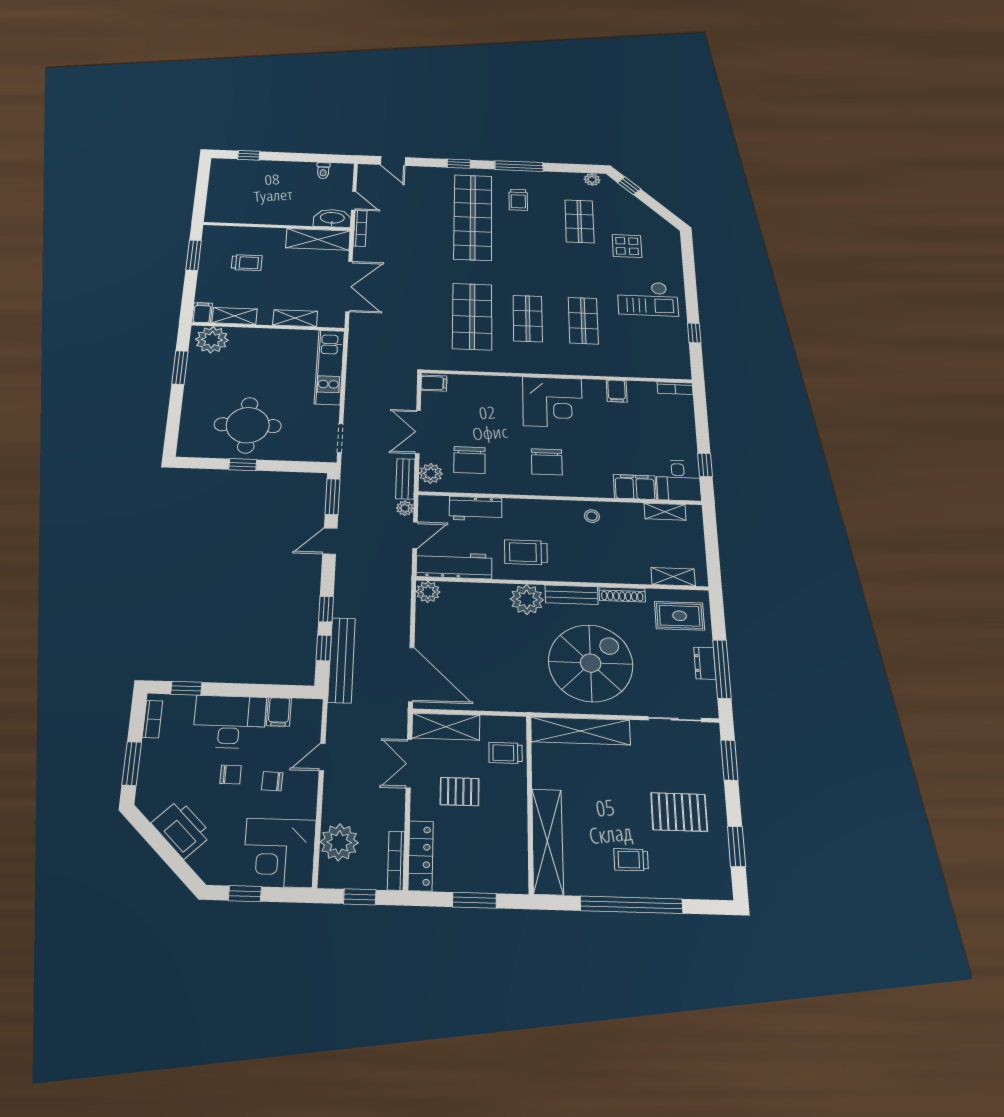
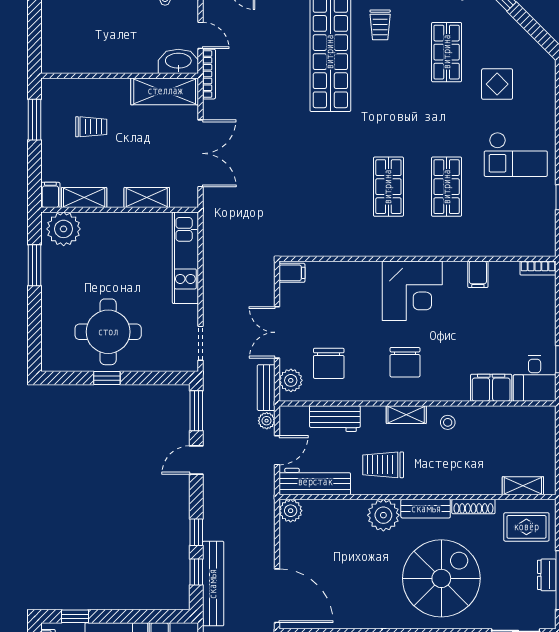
shop shelf: (472, 316) -> (330, 187), removed
shelving: (665, 512) -> (406, 415), moved

